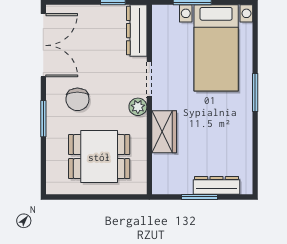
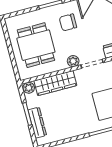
wardrobe: (164, 132) -> (55, 83), width x1.50
plant: (161, 184) -> (29, 88), added

